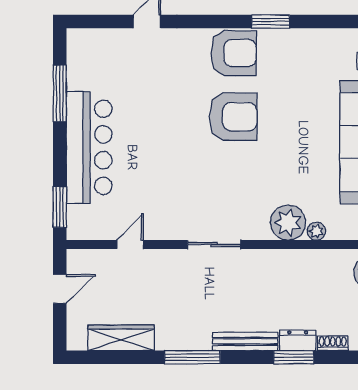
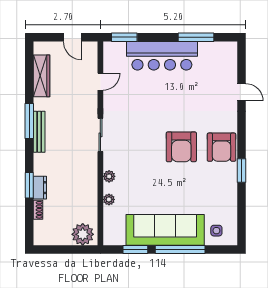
plant: (288, 223) -> (109, 176), width x0.53, depth x0.53
door: (130, 245) -> (100, 82), hinge flipped
bench: (245, 341) -> (39, 132), moved

